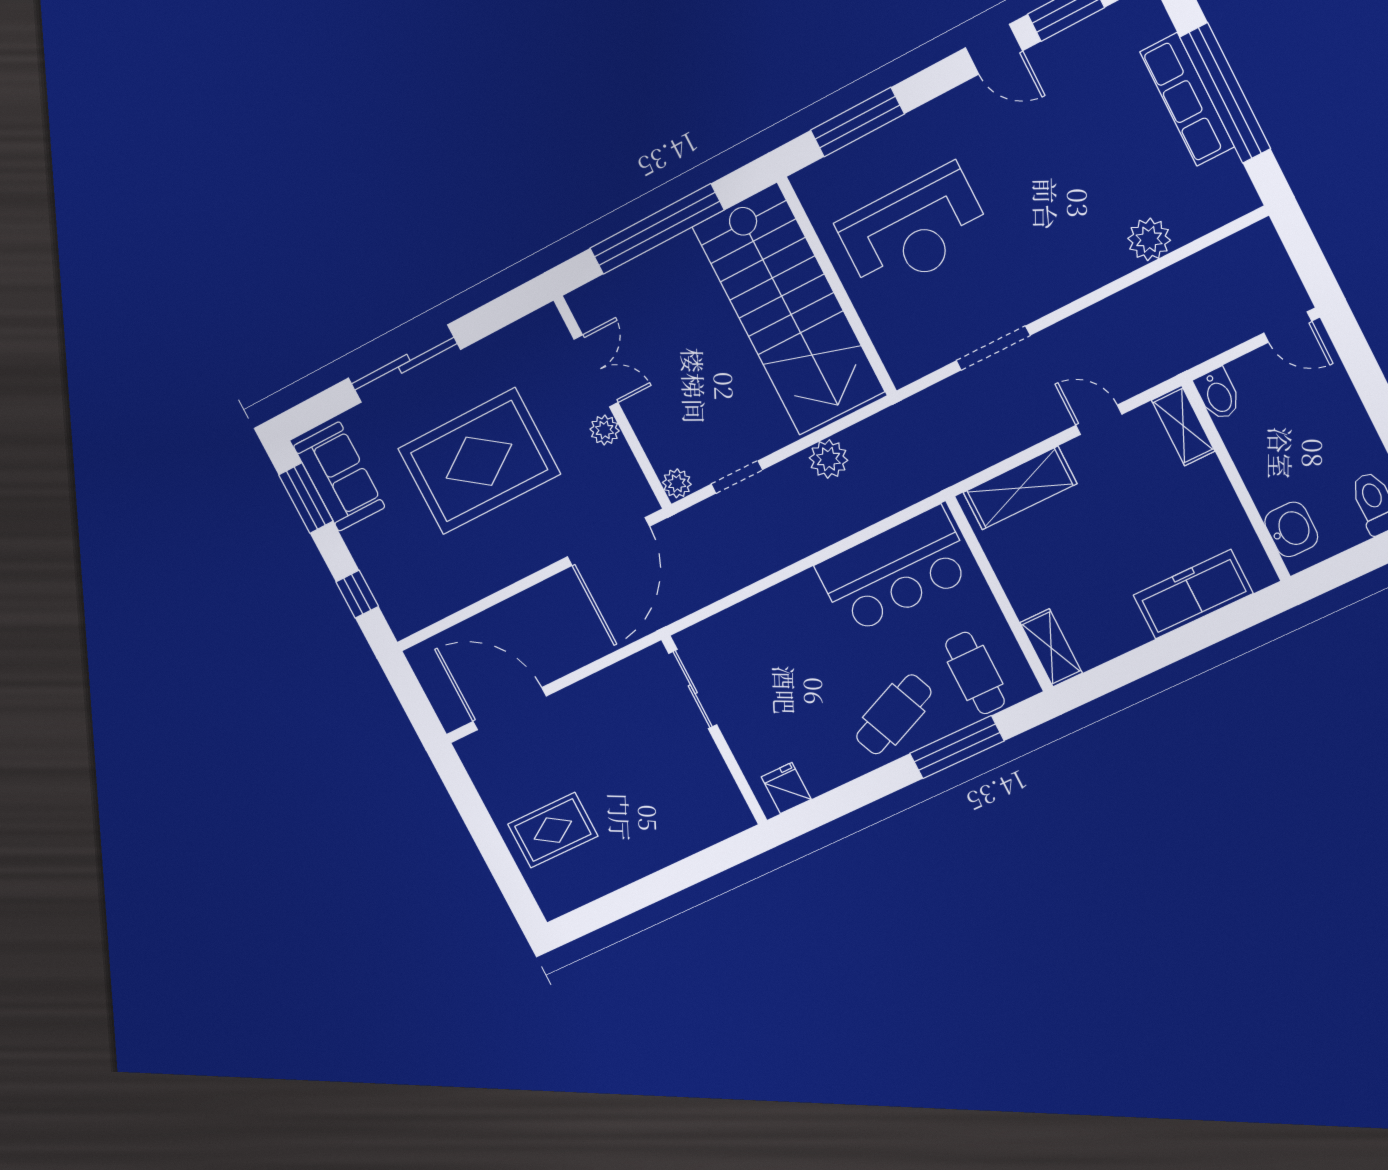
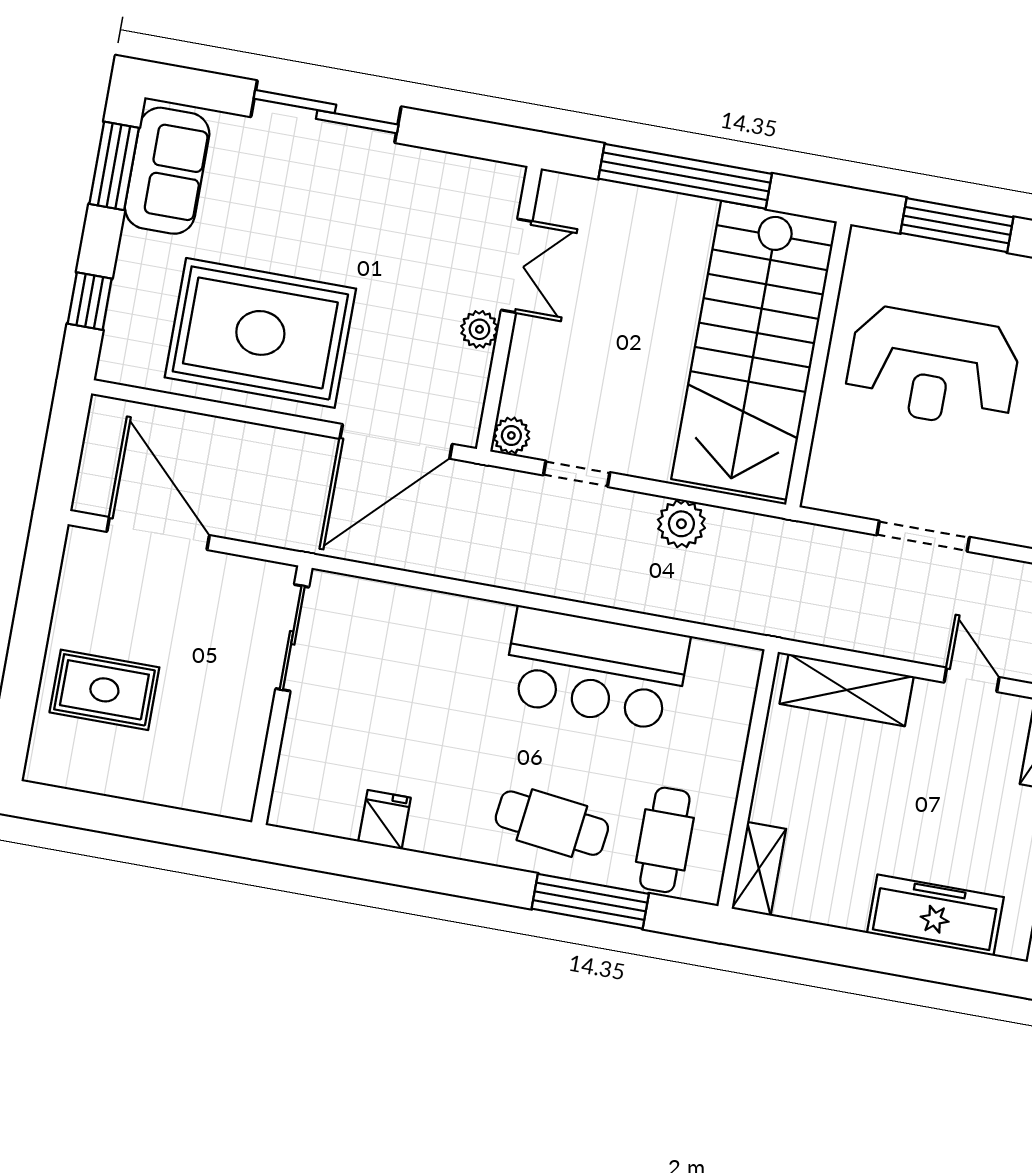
rug: (479, 461) -> (260, 333), moved
bar counter: (895, 570) -> (596, 669), moved
sliding door: (693, 689) -> (292, 638), moved
cafe table: (894, 714) -> (552, 823), turned 30
wall: (714, 730) -> (282, 695), moved

